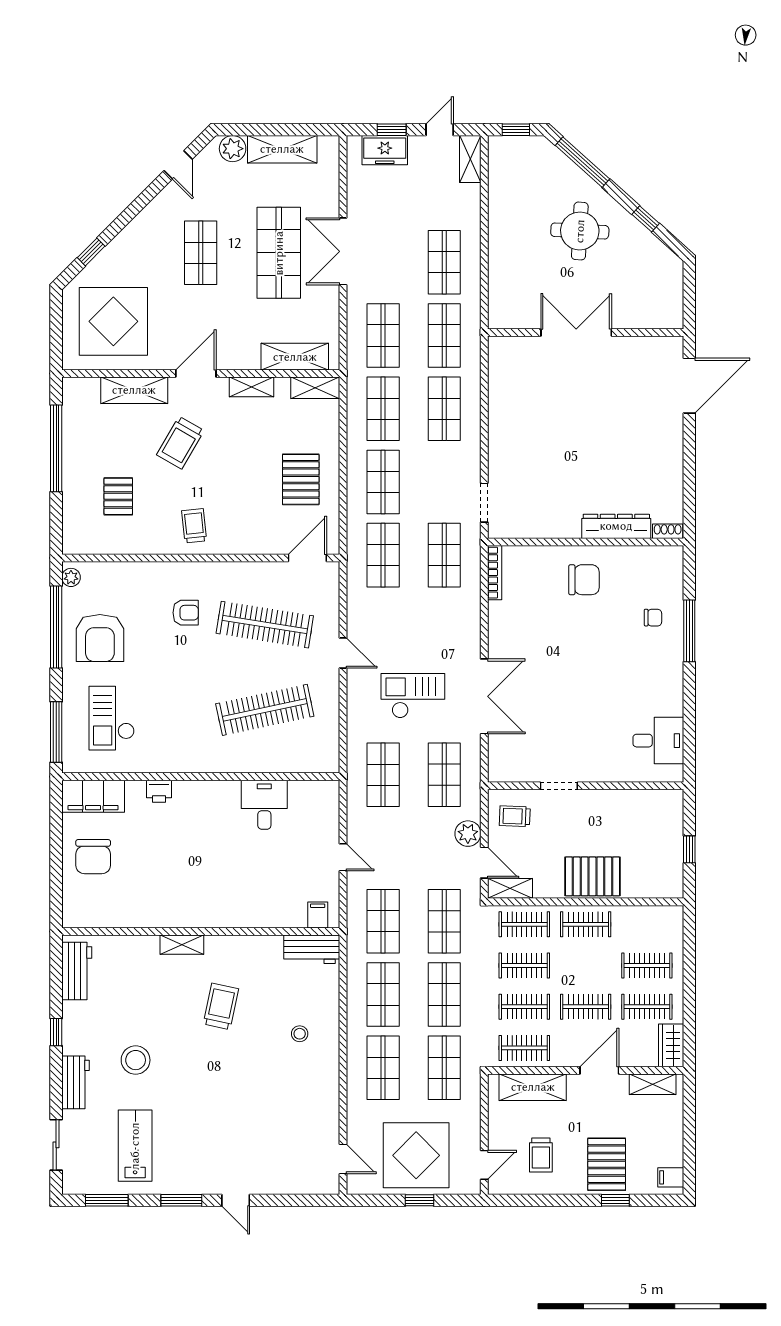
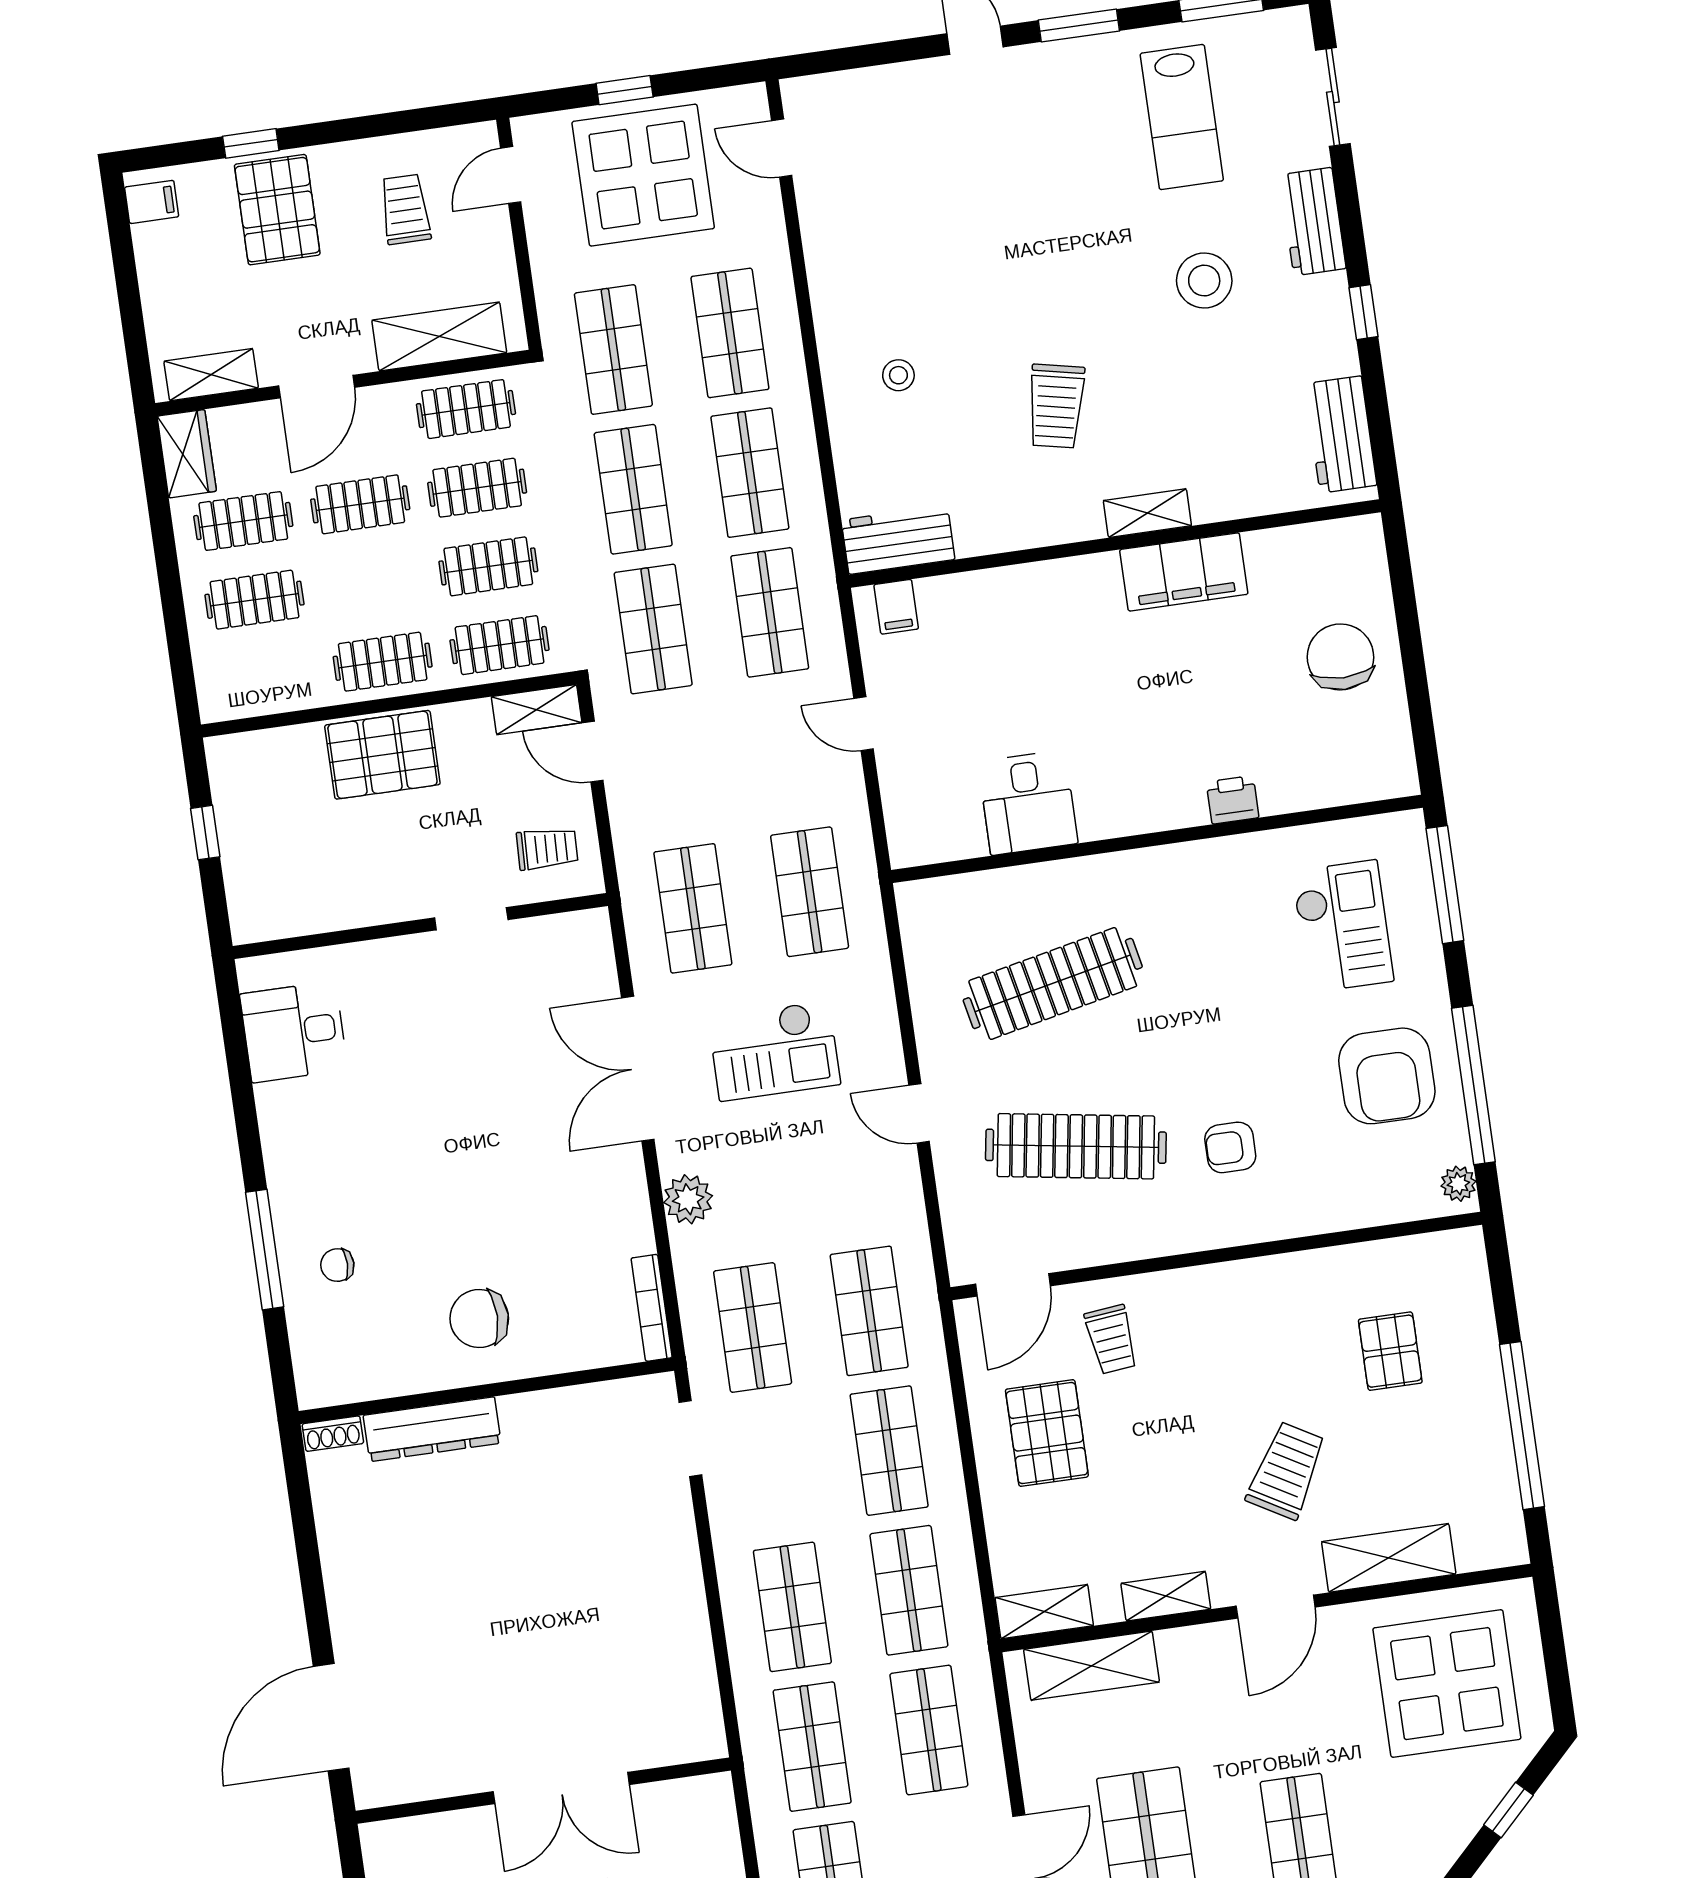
trolley: (194, 526) -> (1111, 1339), moved
armchair: (100, 638) -> (1387, 1076), turned 180
filing cabinet: (93, 796) -> (1184, 572), moved, turned 180
plant: (468, 834) -> (688, 1199), moved

